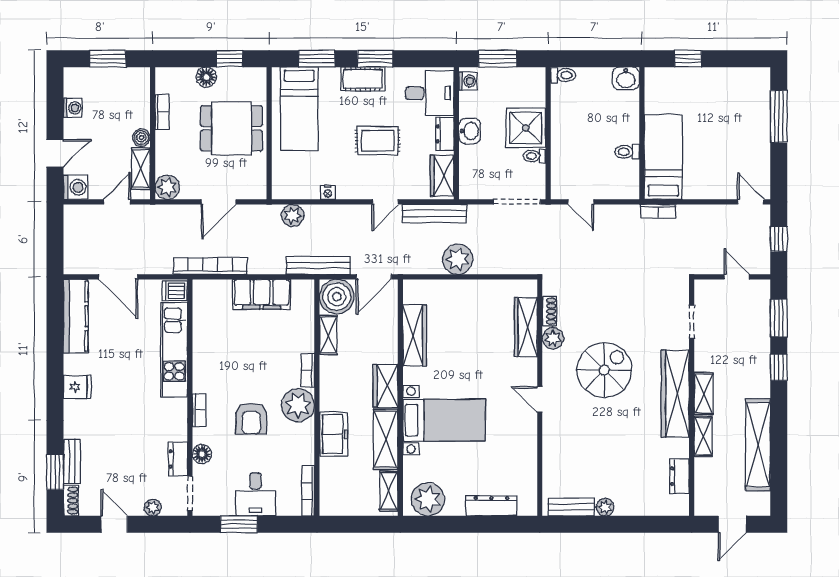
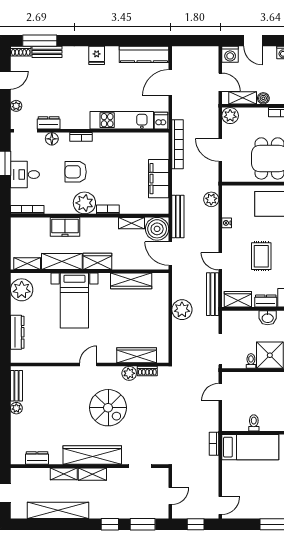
window: (55, 472) -> (40, 41), width x1.44

